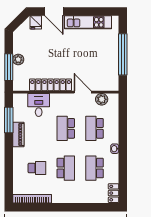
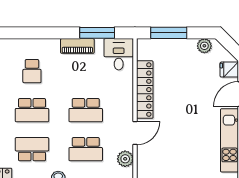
plant: (18, 59) -> (204, 46), moved
desk: (39, 105) -> (119, 54), moved, turned -90
school desk: (66, 128) -> (86, 110), turned 180
school desk: (95, 128) -> (86, 149), turned 180

